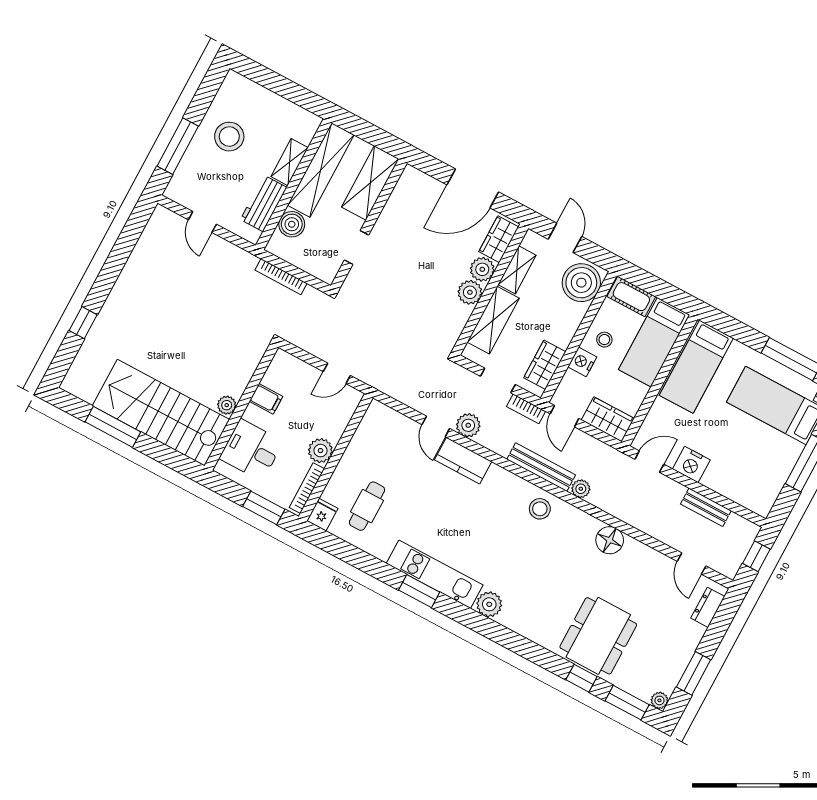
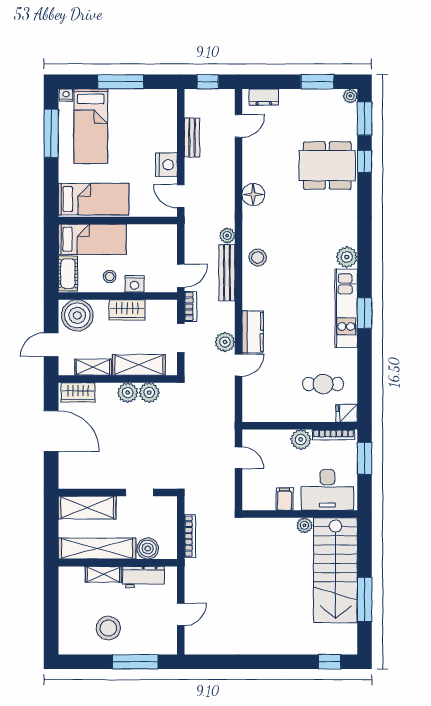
plant: (482, 269) -> (149, 393), moved
window: (83, 323) -> (330, 662), moved
wardrobe: (545, 365) -> (127, 310), moved
wardrobe: (608, 419) -> (166, 243), removed
desk: (251, 450) -> (327, 490), width x1.37

